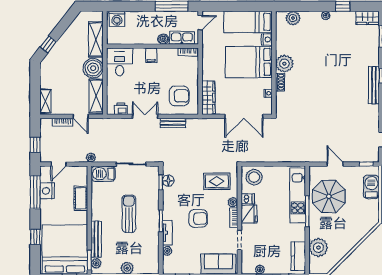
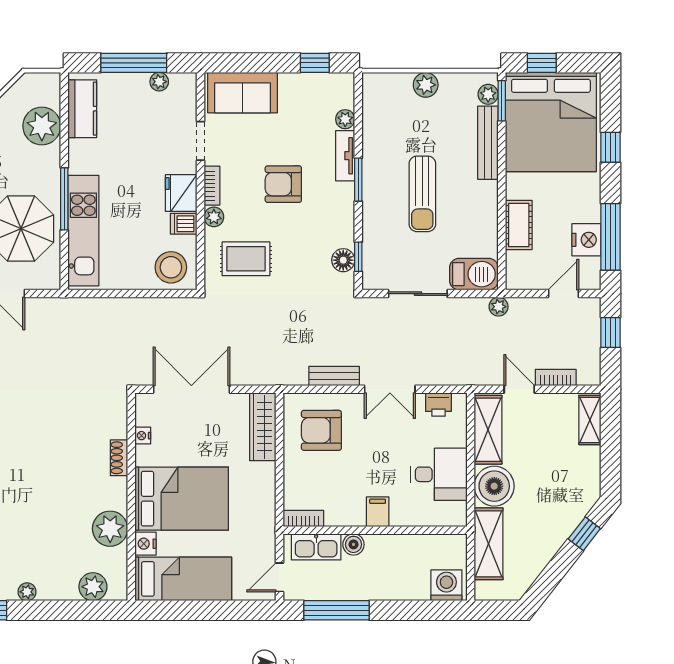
desk: (120, 62) -> (439, 474), moved, turned -90
plant: (284, 64) -> (110, 529), moved

